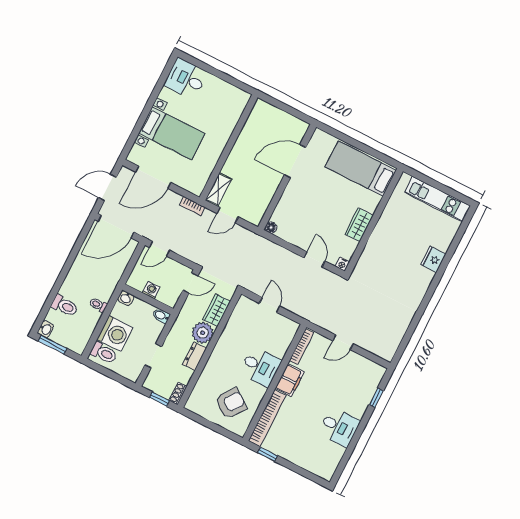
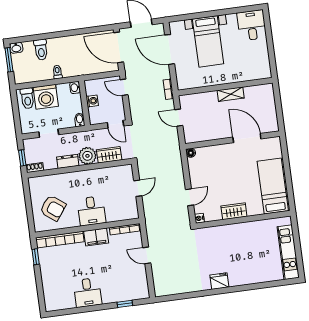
shelving: (218, 190) -> (231, 94), moved
fridge: (433, 259) -> (219, 281), moved

